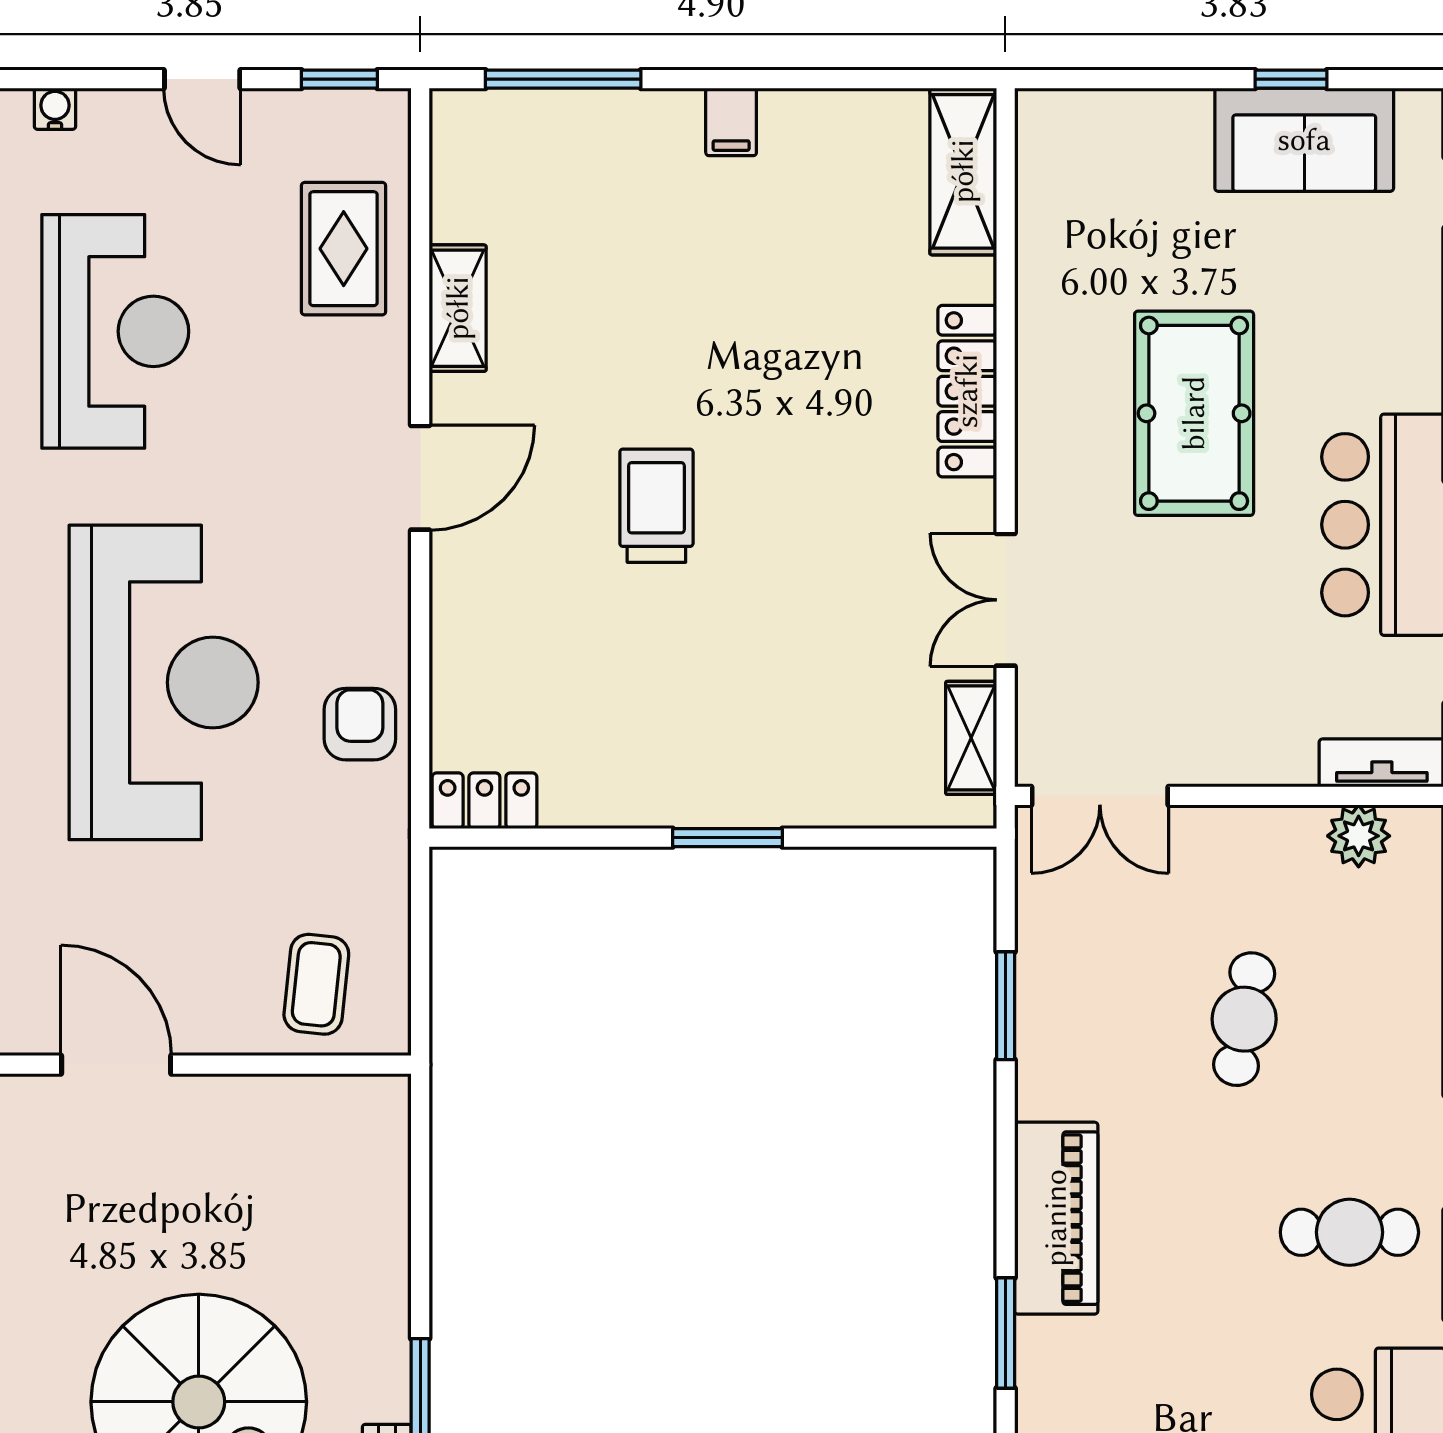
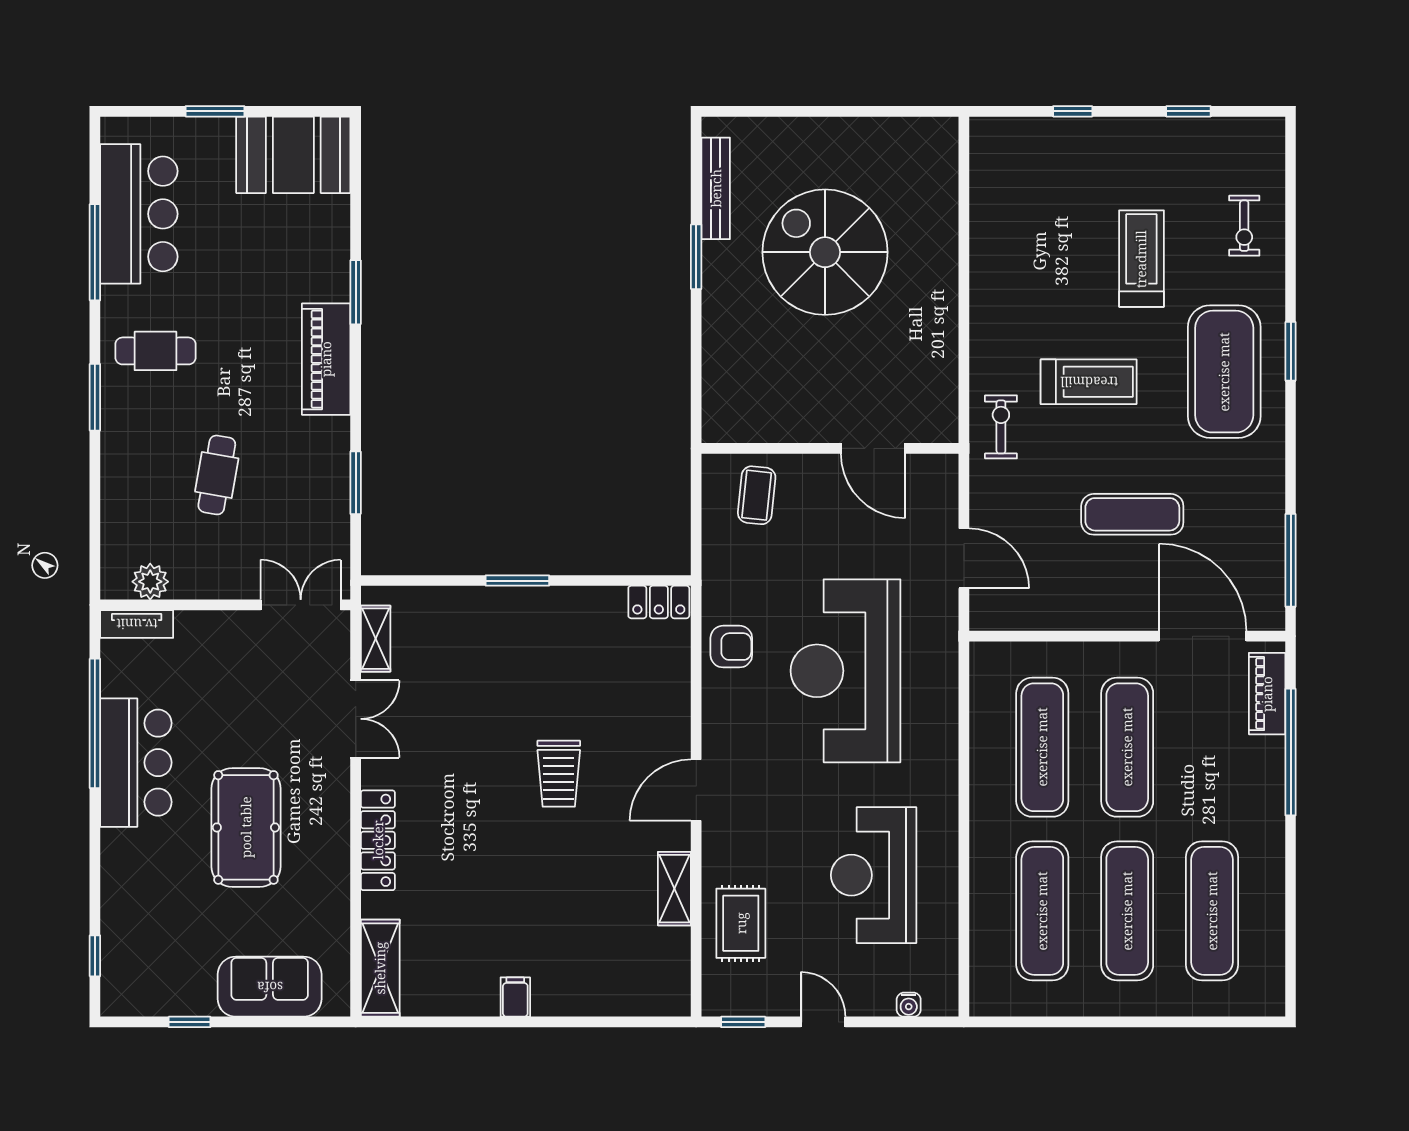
window: (563, 79) -> (613, 1022), removed
sofa: (1304, 140) -> (270, 987), moved
armchair: (360, 724) -> (731, 647), turned -90

